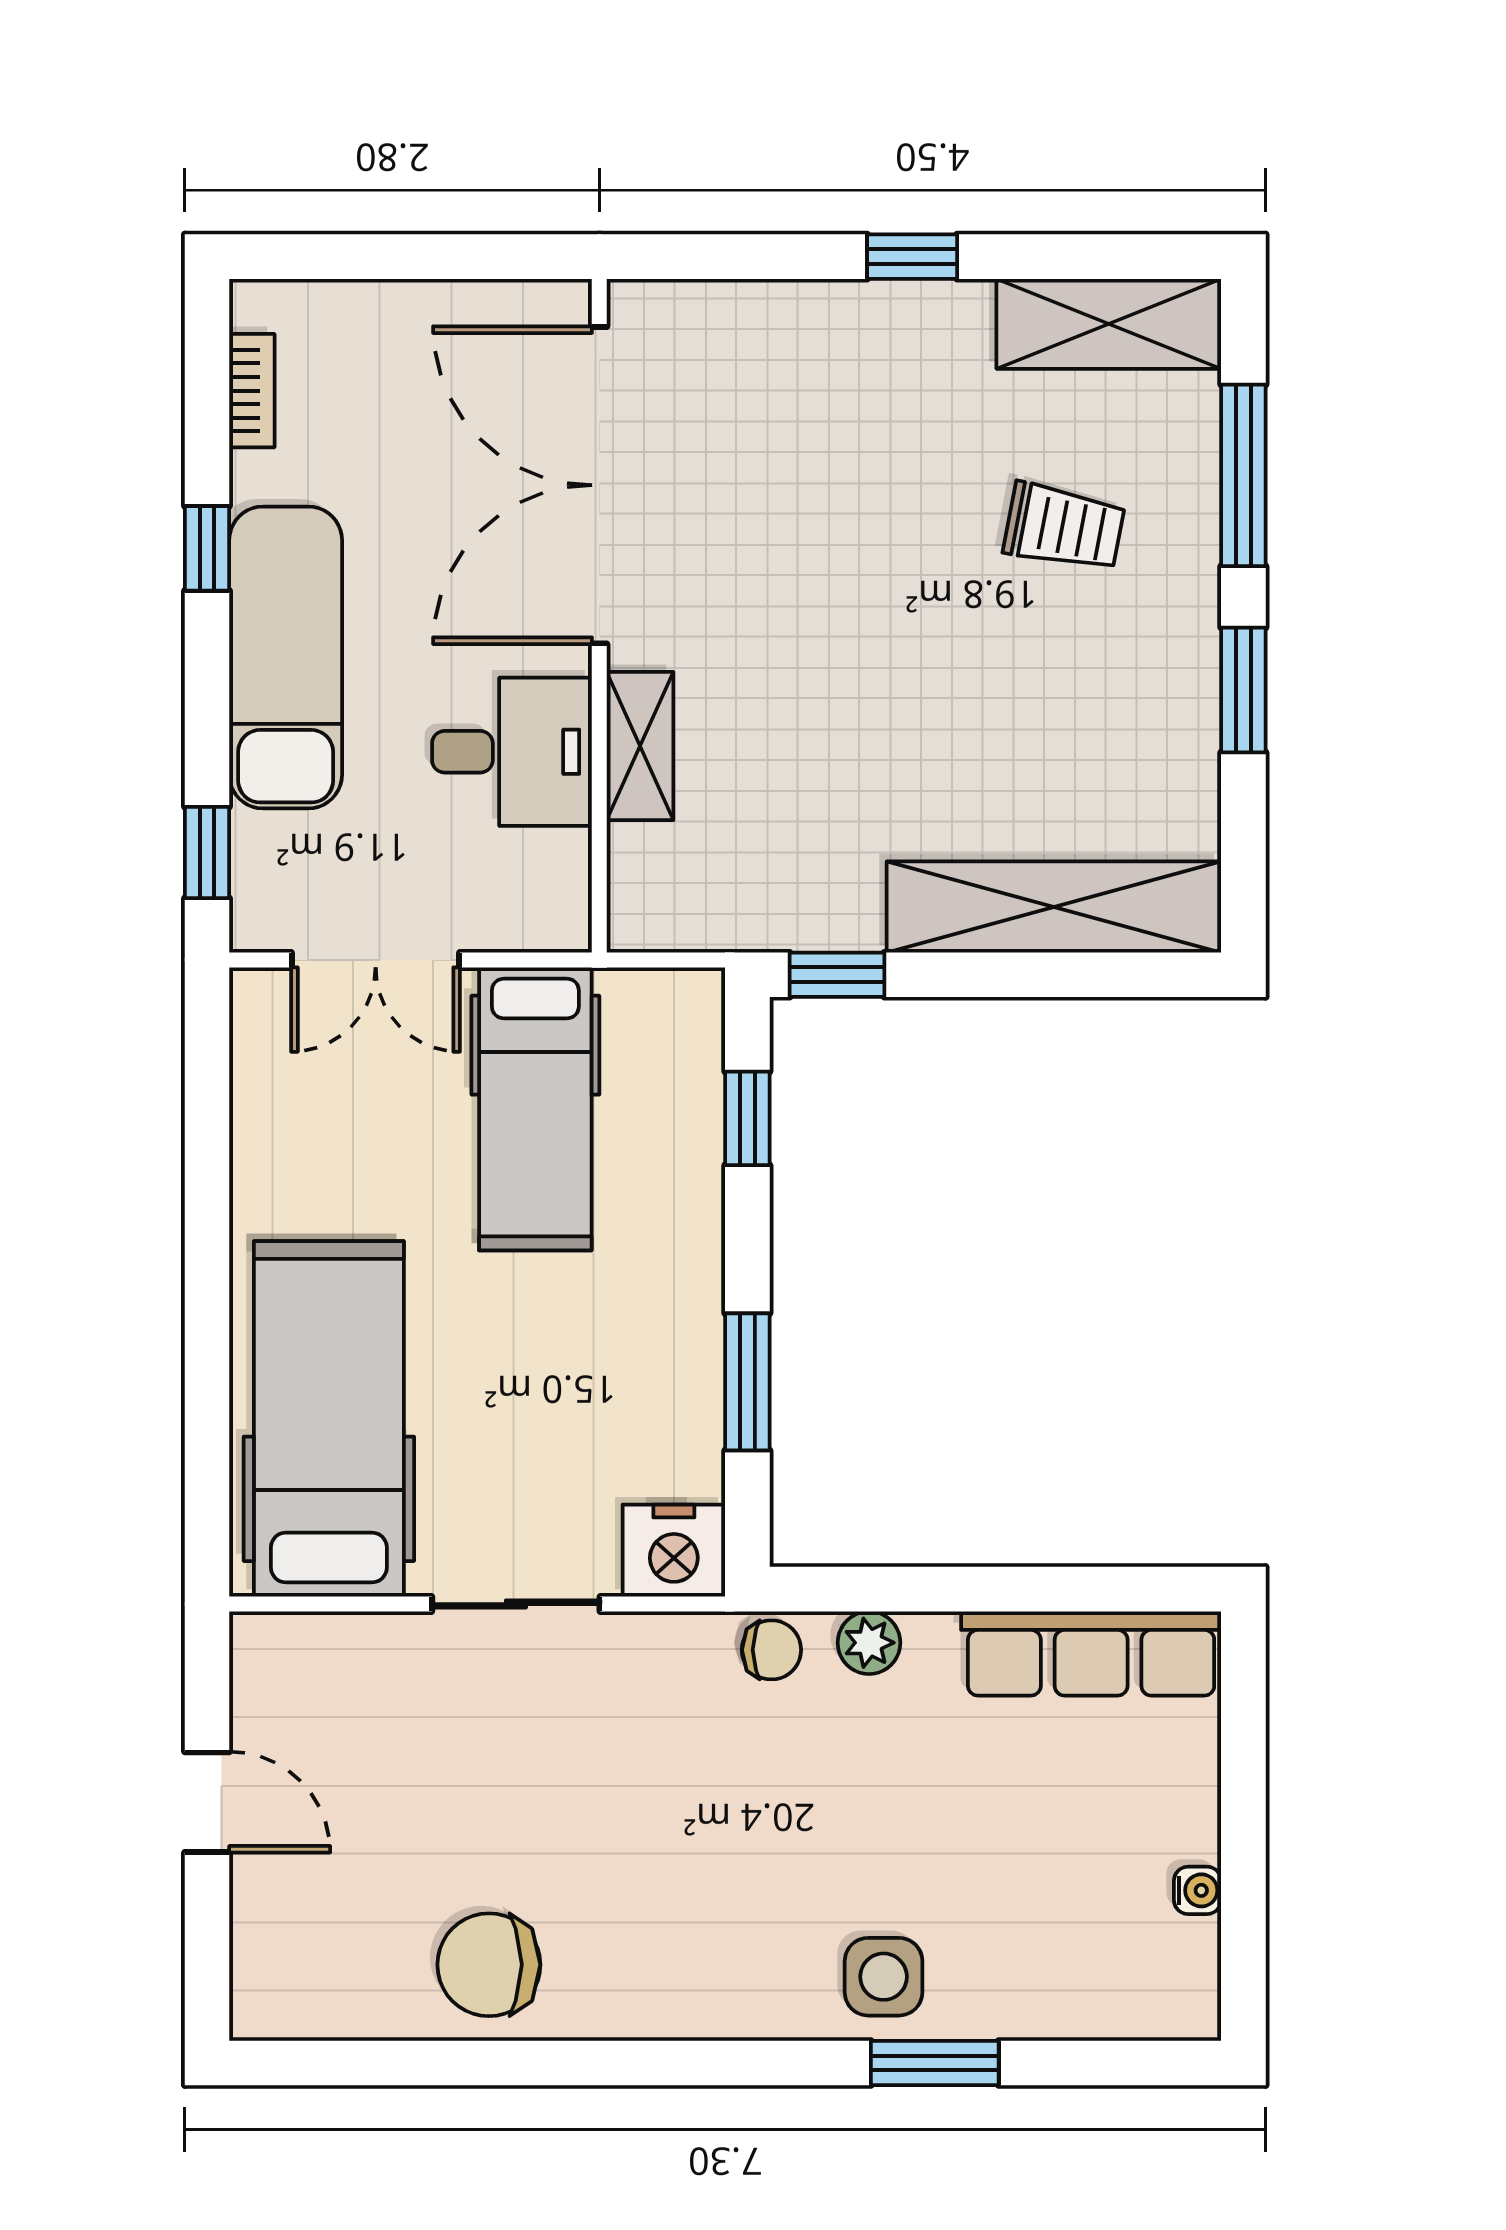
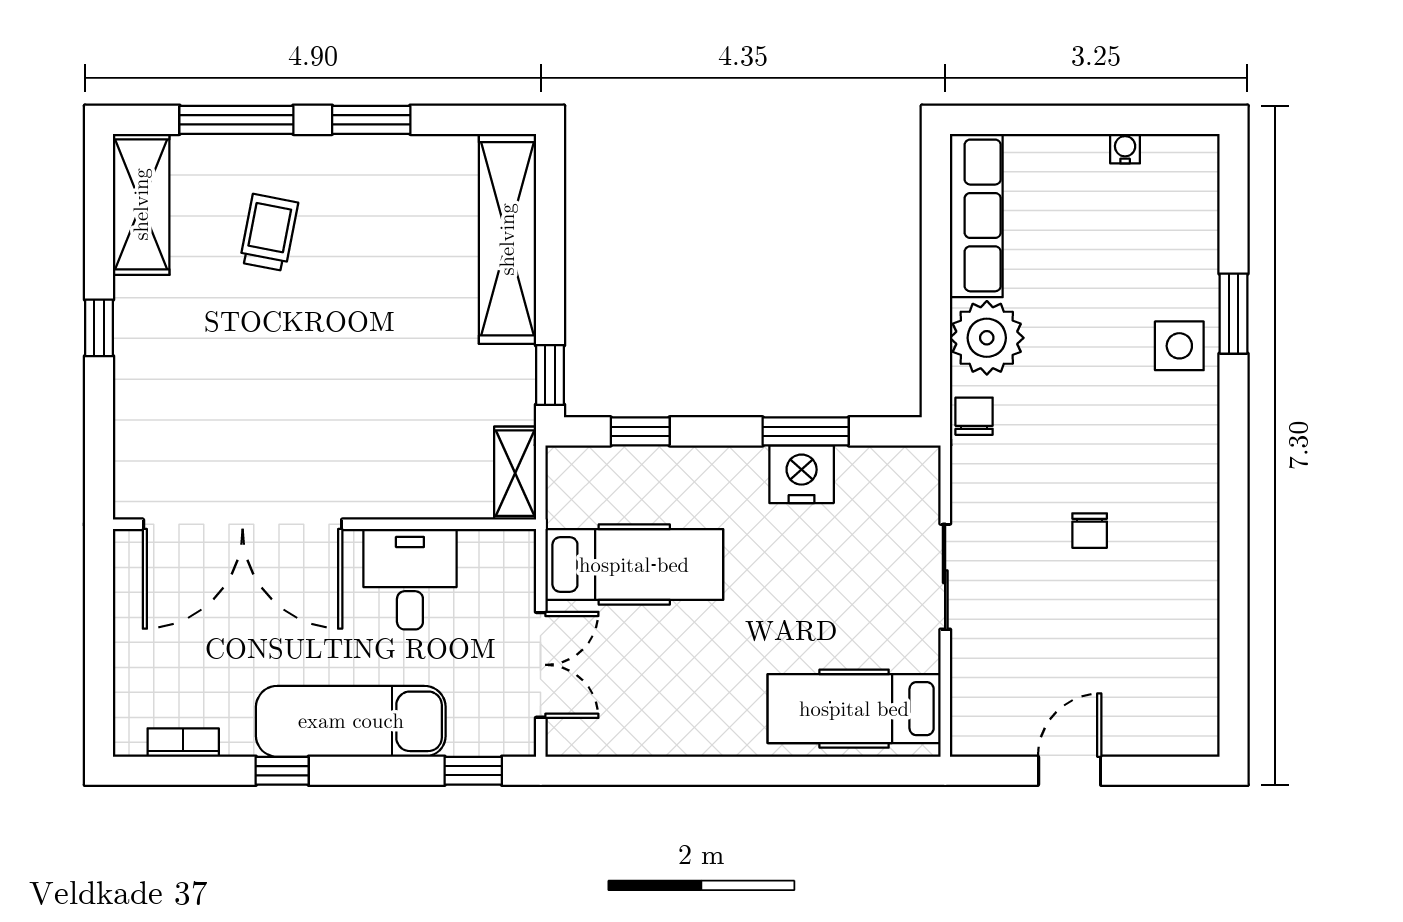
shelving: (640, 746) -> (515, 473), moved, turned 90
hospital bed: (329, 1419) -> (854, 709), width x0.73, depth x0.78
nightstand: (674, 1551) -> (802, 474), moved, turned -90
plant: (869, 1643) -> (987, 338), width x1.87, depth x1.87
chair: (489, 1965) -> (1090, 531), moved, width x0.54, depth x0.54

